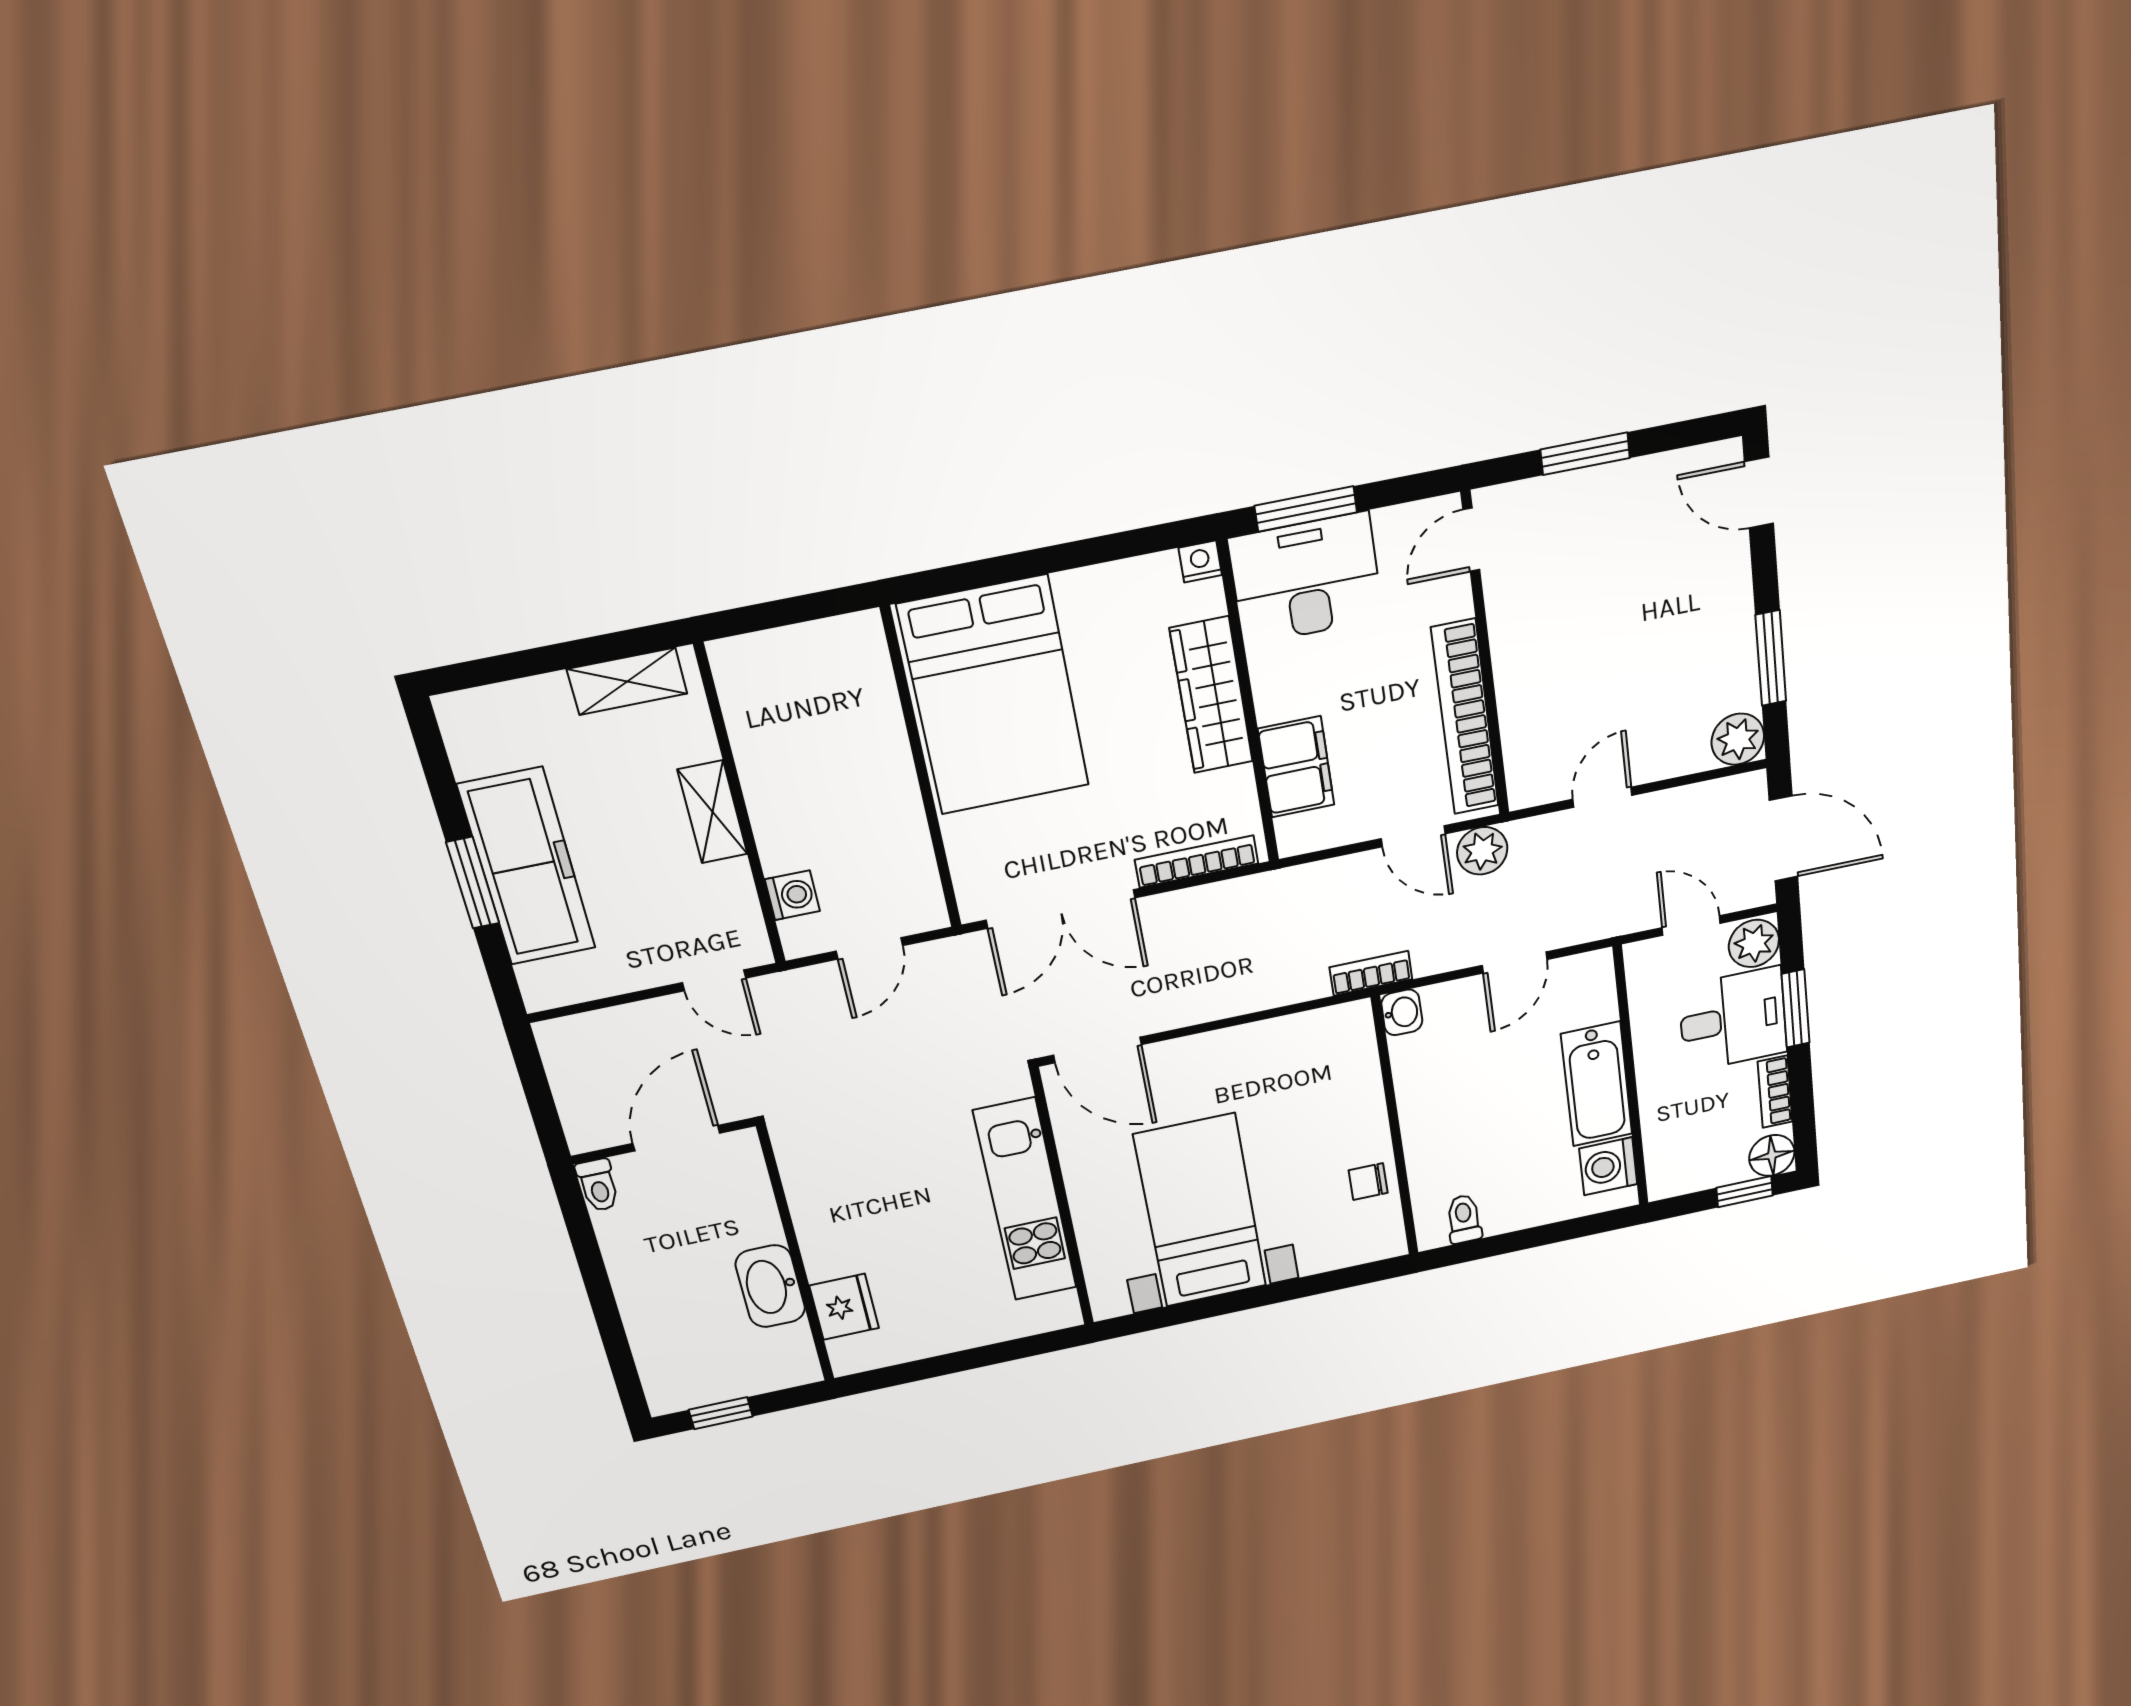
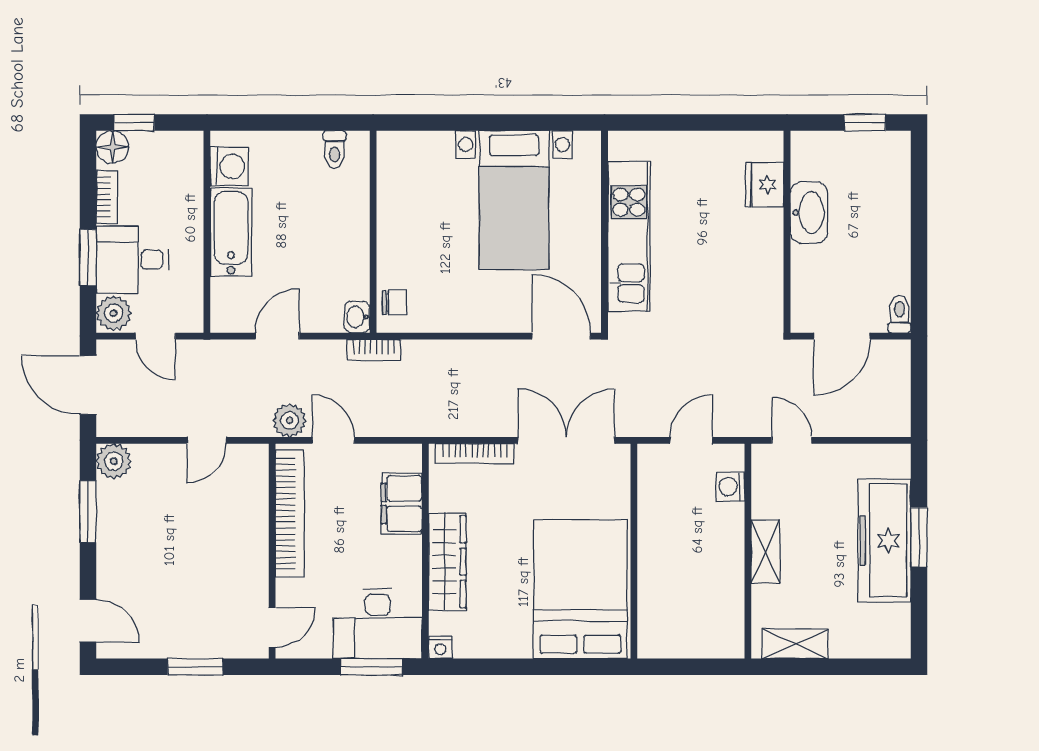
chair: (1368, 1182) -> (395, 303), moved

